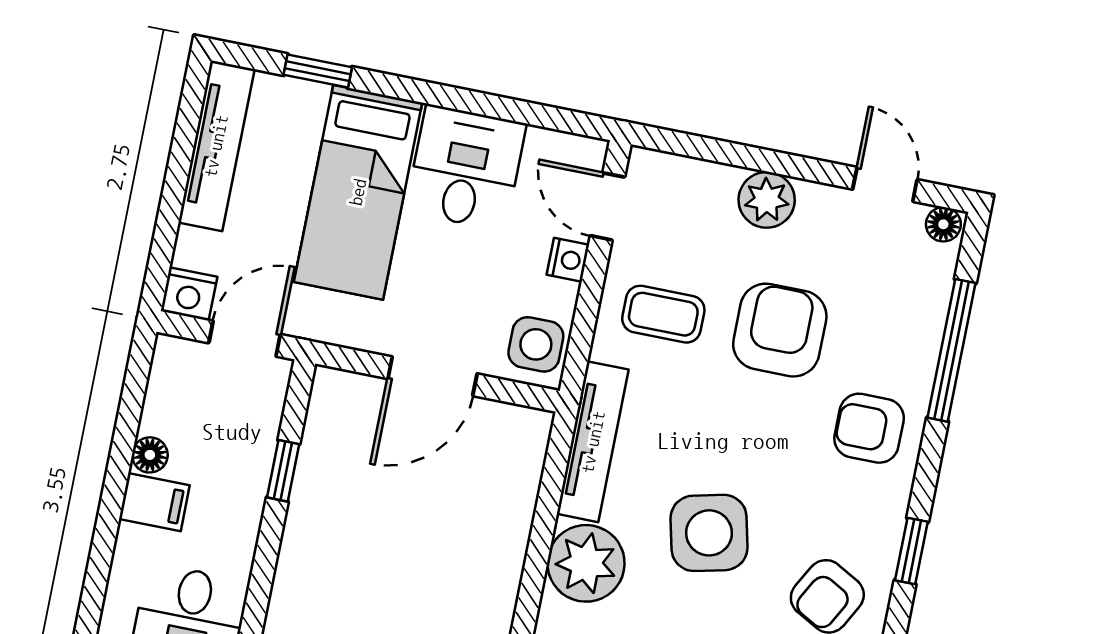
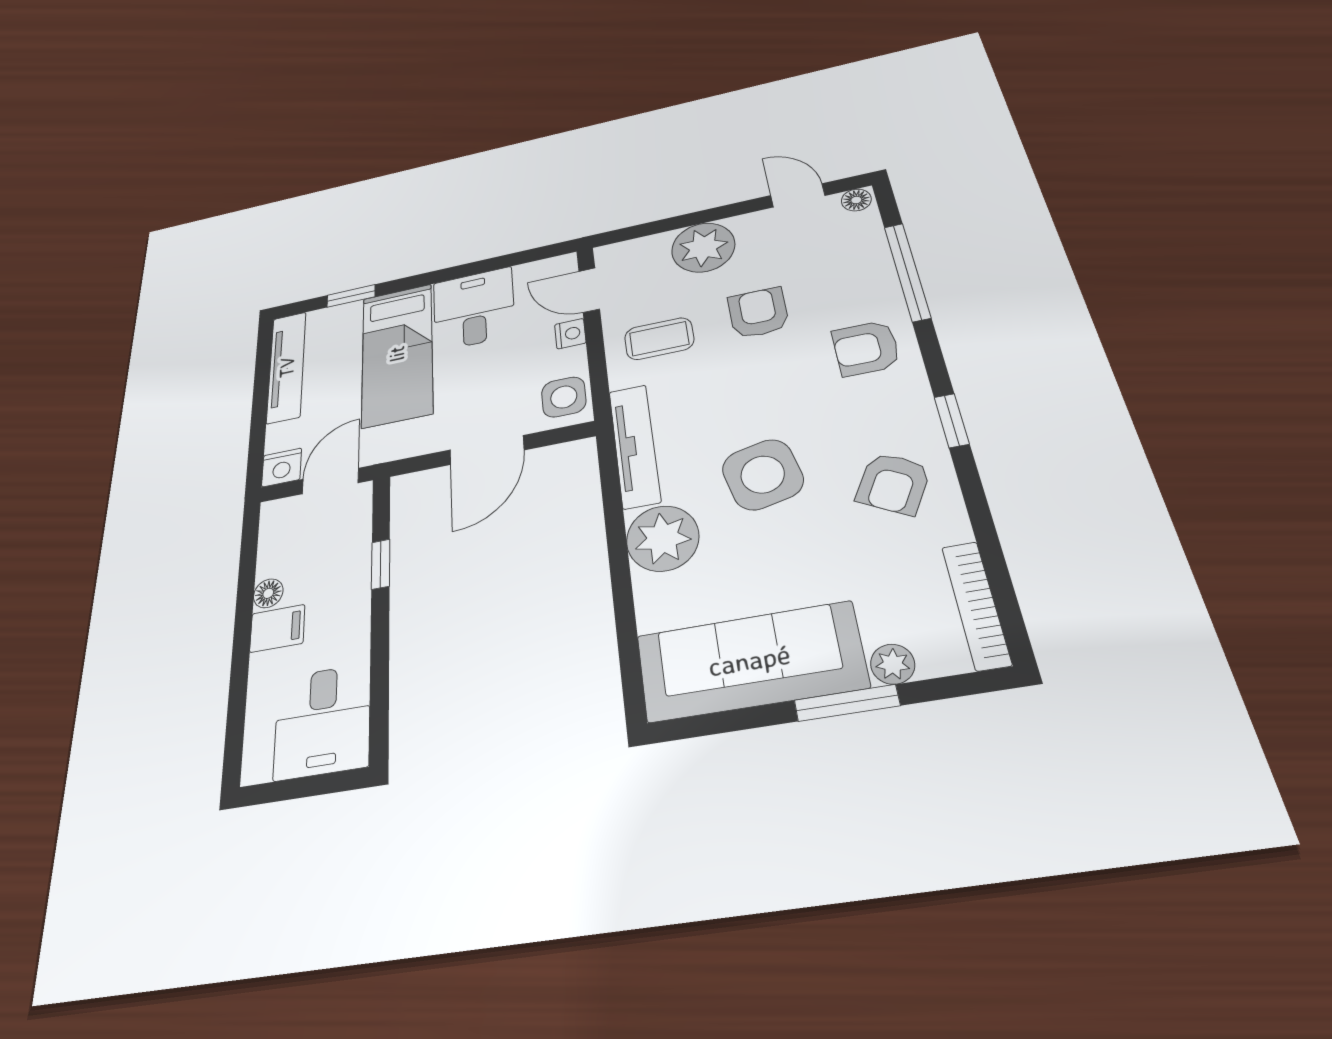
plant: (767, 200) -> (703, 247), width x1.36, depth x1.36
armchair: (780, 330) -> (758, 313), width x0.72, depth x0.72

